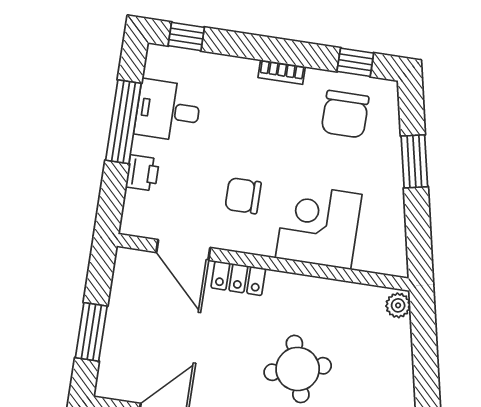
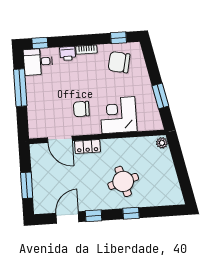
desk: (168, 111) -> (38, 62), moved
chair: (345, 114) -> (119, 62), turned 102
window: (414, 161) -> (160, 96), moved
printer: (143, 173) -> (68, 53), moved, turned 90

